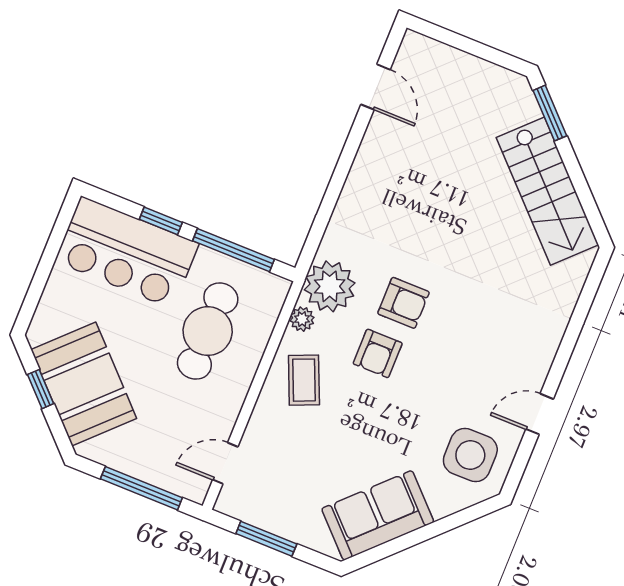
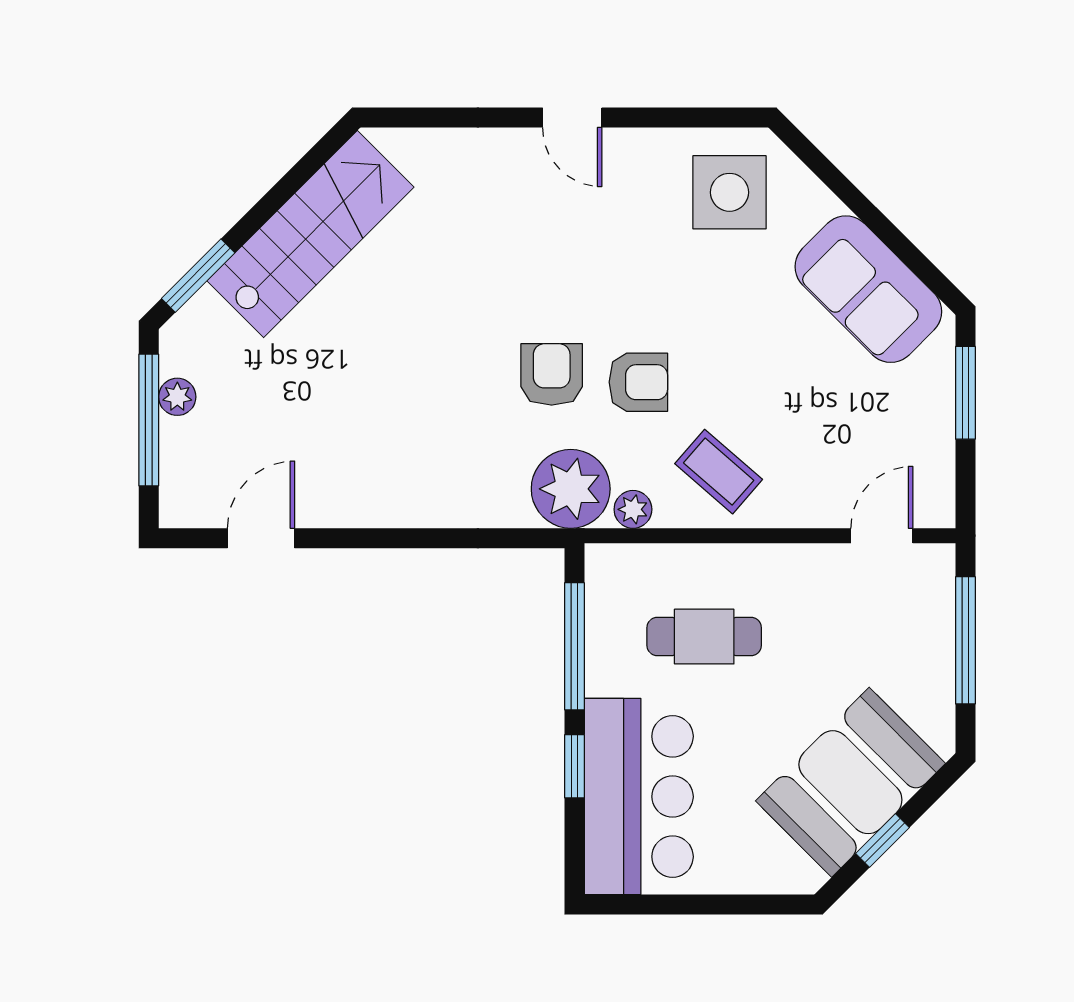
window: (474, 48) -> (149, 420), added
plant: (482, 71) -> (177, 397), added
cafe table: (208, 331) -> (704, 637), width x0.73, depth x0.74
coffee table: (304, 380) -> (719, 472), turned 64
door: (540, 414) -> (572, 117), moved
door: (225, 463) -> (882, 536), swing flipped
window: (266, 539) -> (965, 393), moved

